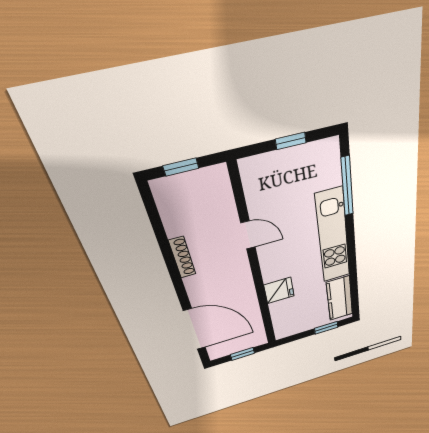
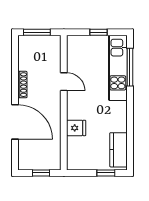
window: (181, 167) -> (37, 32), width x1.50
kitchen unit: (333, 236) -> (118, 68), moved
door: (195, 329) -> (15, 122), moved

